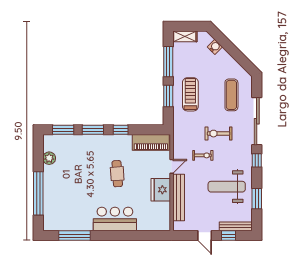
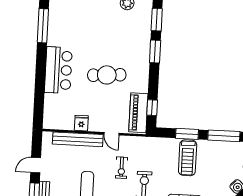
treadmill: (190, 94) -> (188, 158), turned 90
window: (121, 130) -> (152, 108), moved
cafe table: (117, 174) -> (107, 75), width x1.37, depth x1.35
fridge: (161, 190) -> (81, 123), width x0.53, depth x0.75

